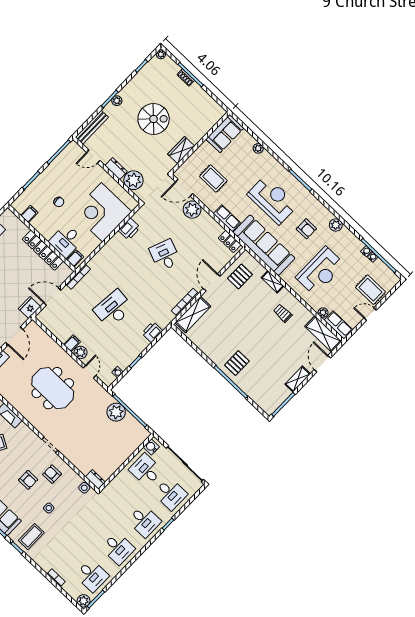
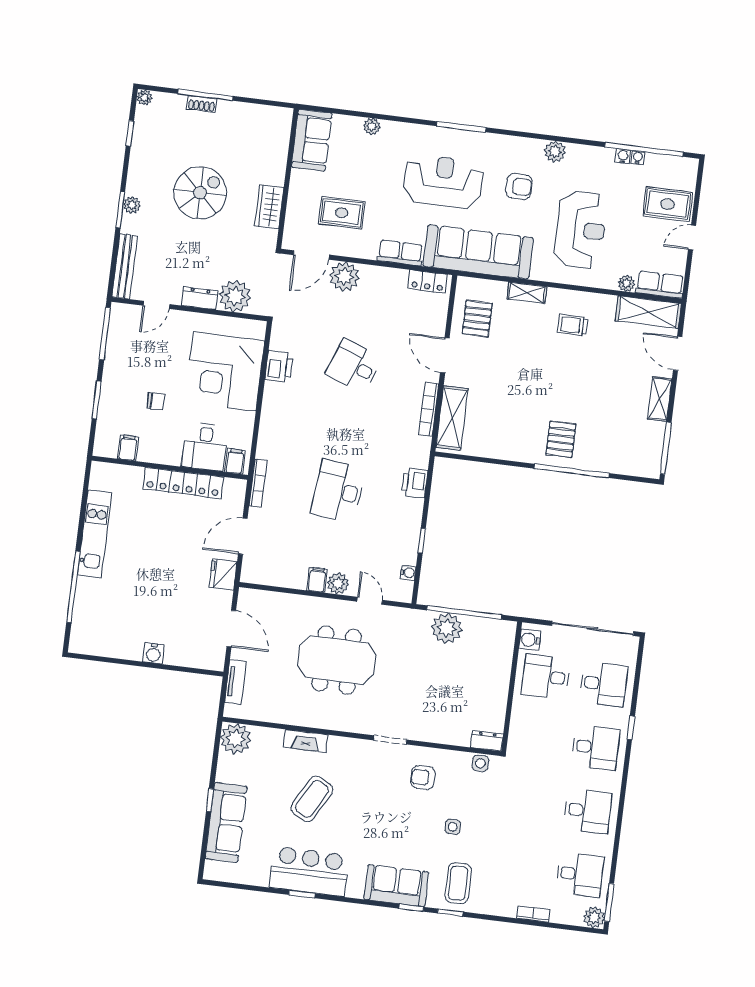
armchair: (28, 480) -> (396, 810), removed

